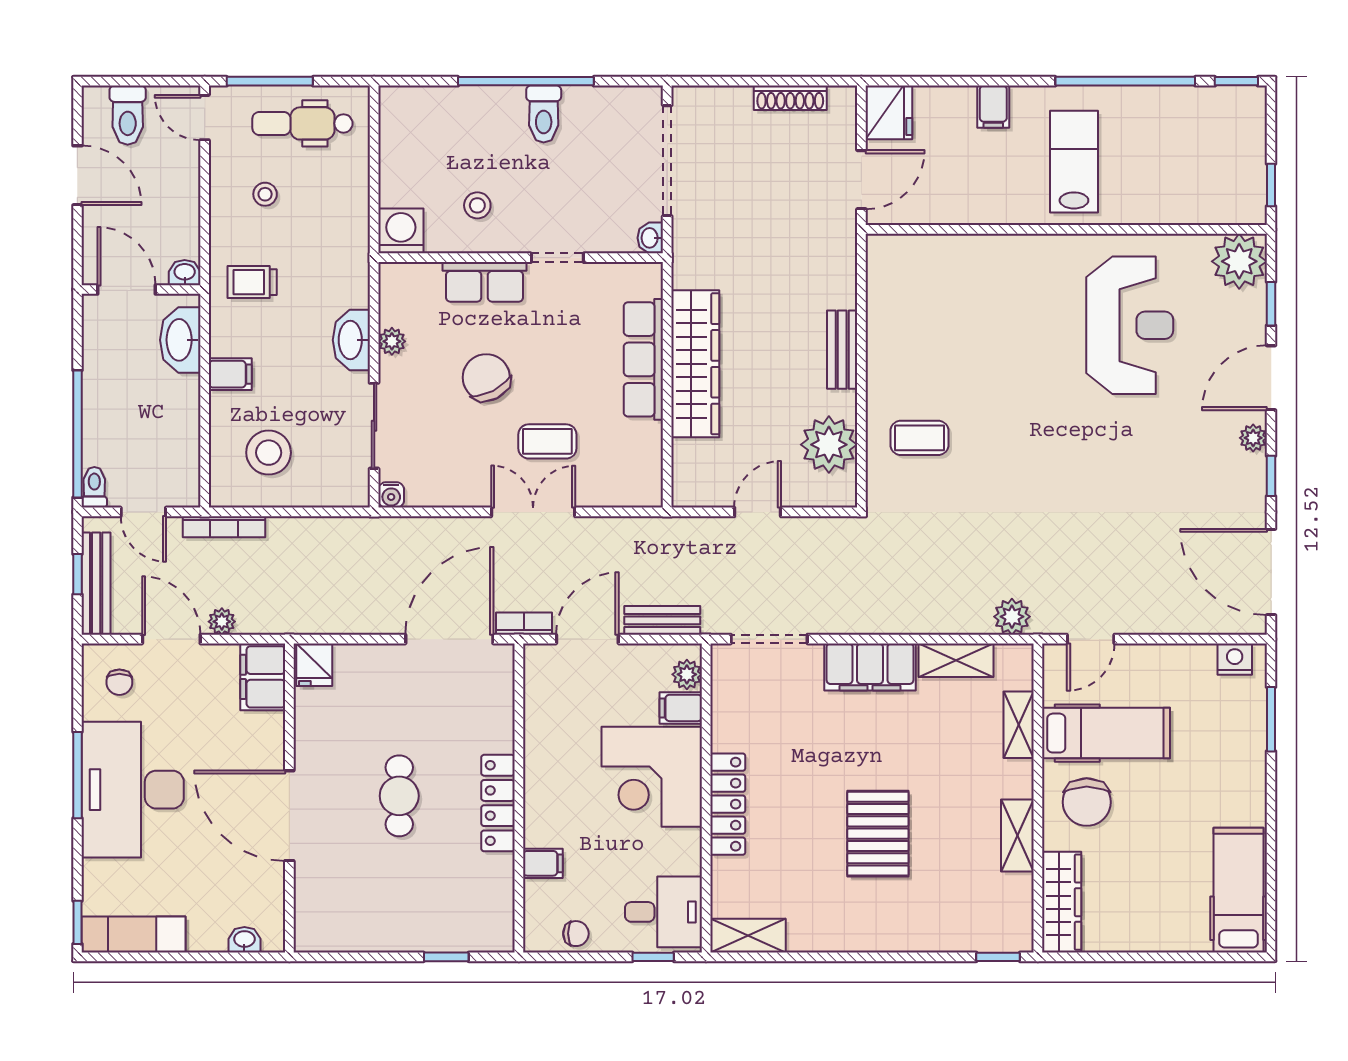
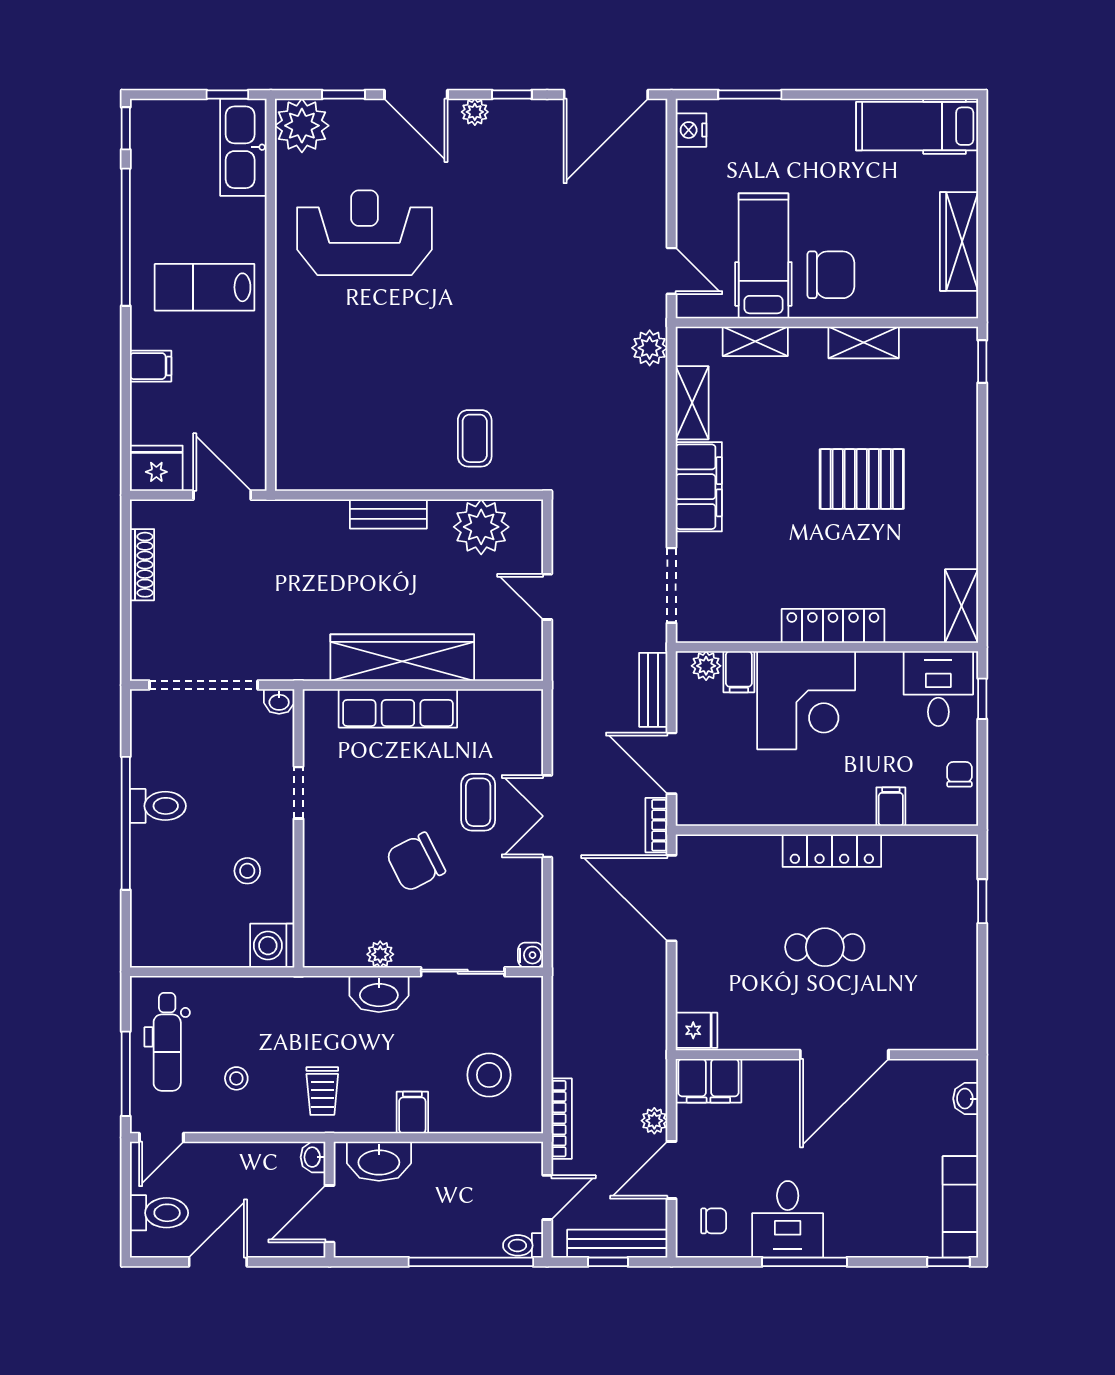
kitchen sink: (1217, 201) -> (243, 147), added
row of seats: (485, 282) -> (322, 864), removed
desk: (133, 790) -> (788, 1219), width x0.53, depth x0.77
wardrobe: (1062, 902) -> (959, 241), moved, turned -90

